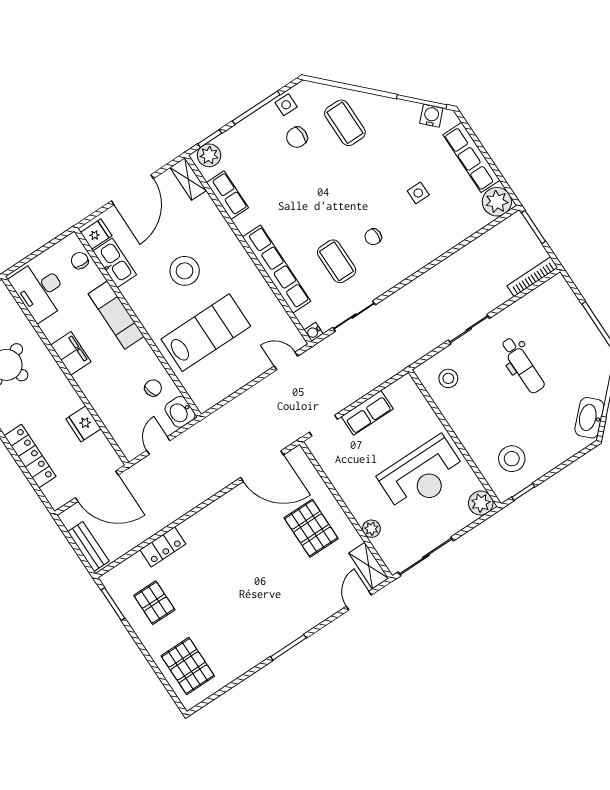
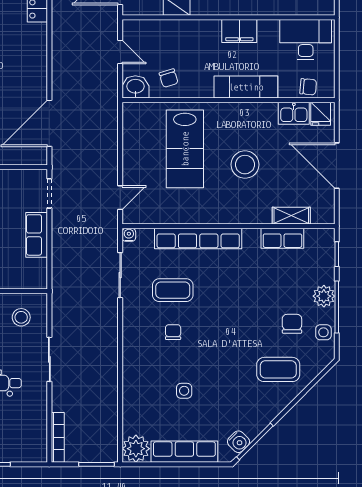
plant: (209, 155) -> (324, 296), moved
shelving: (188, 179) -> (291, 216), moved
kitchen sink: (115, 263) -> (294, 113), width x0.73

